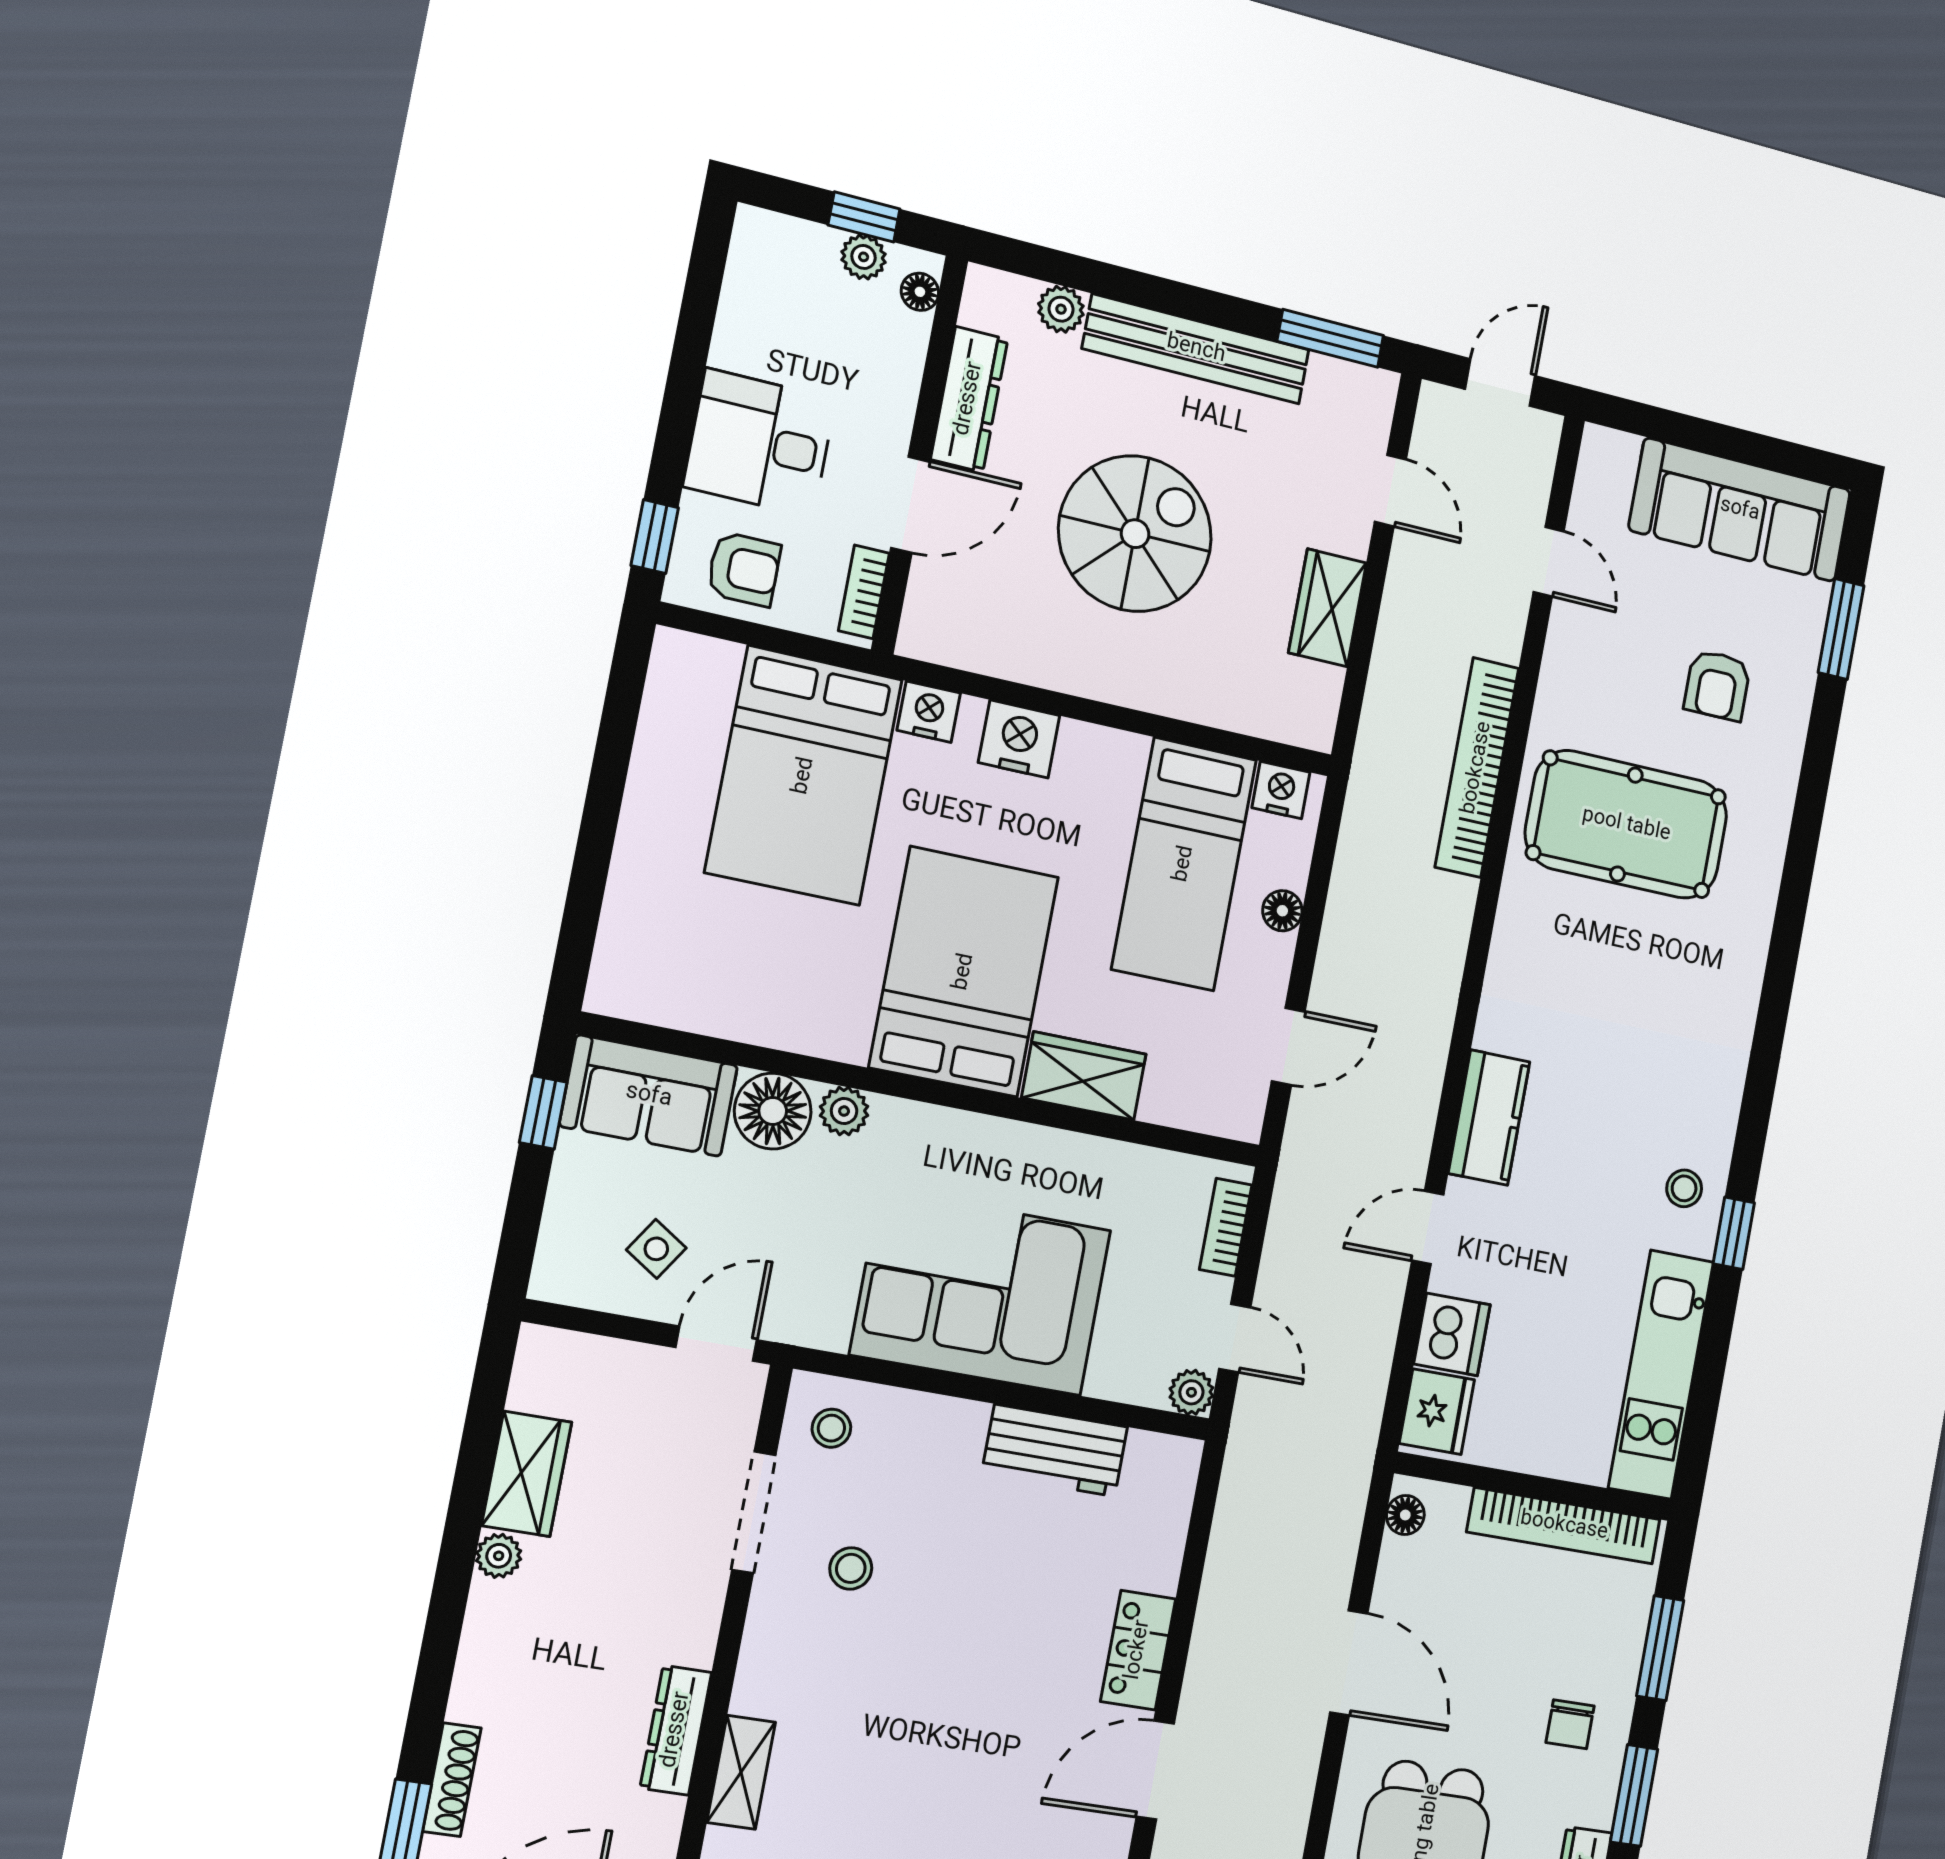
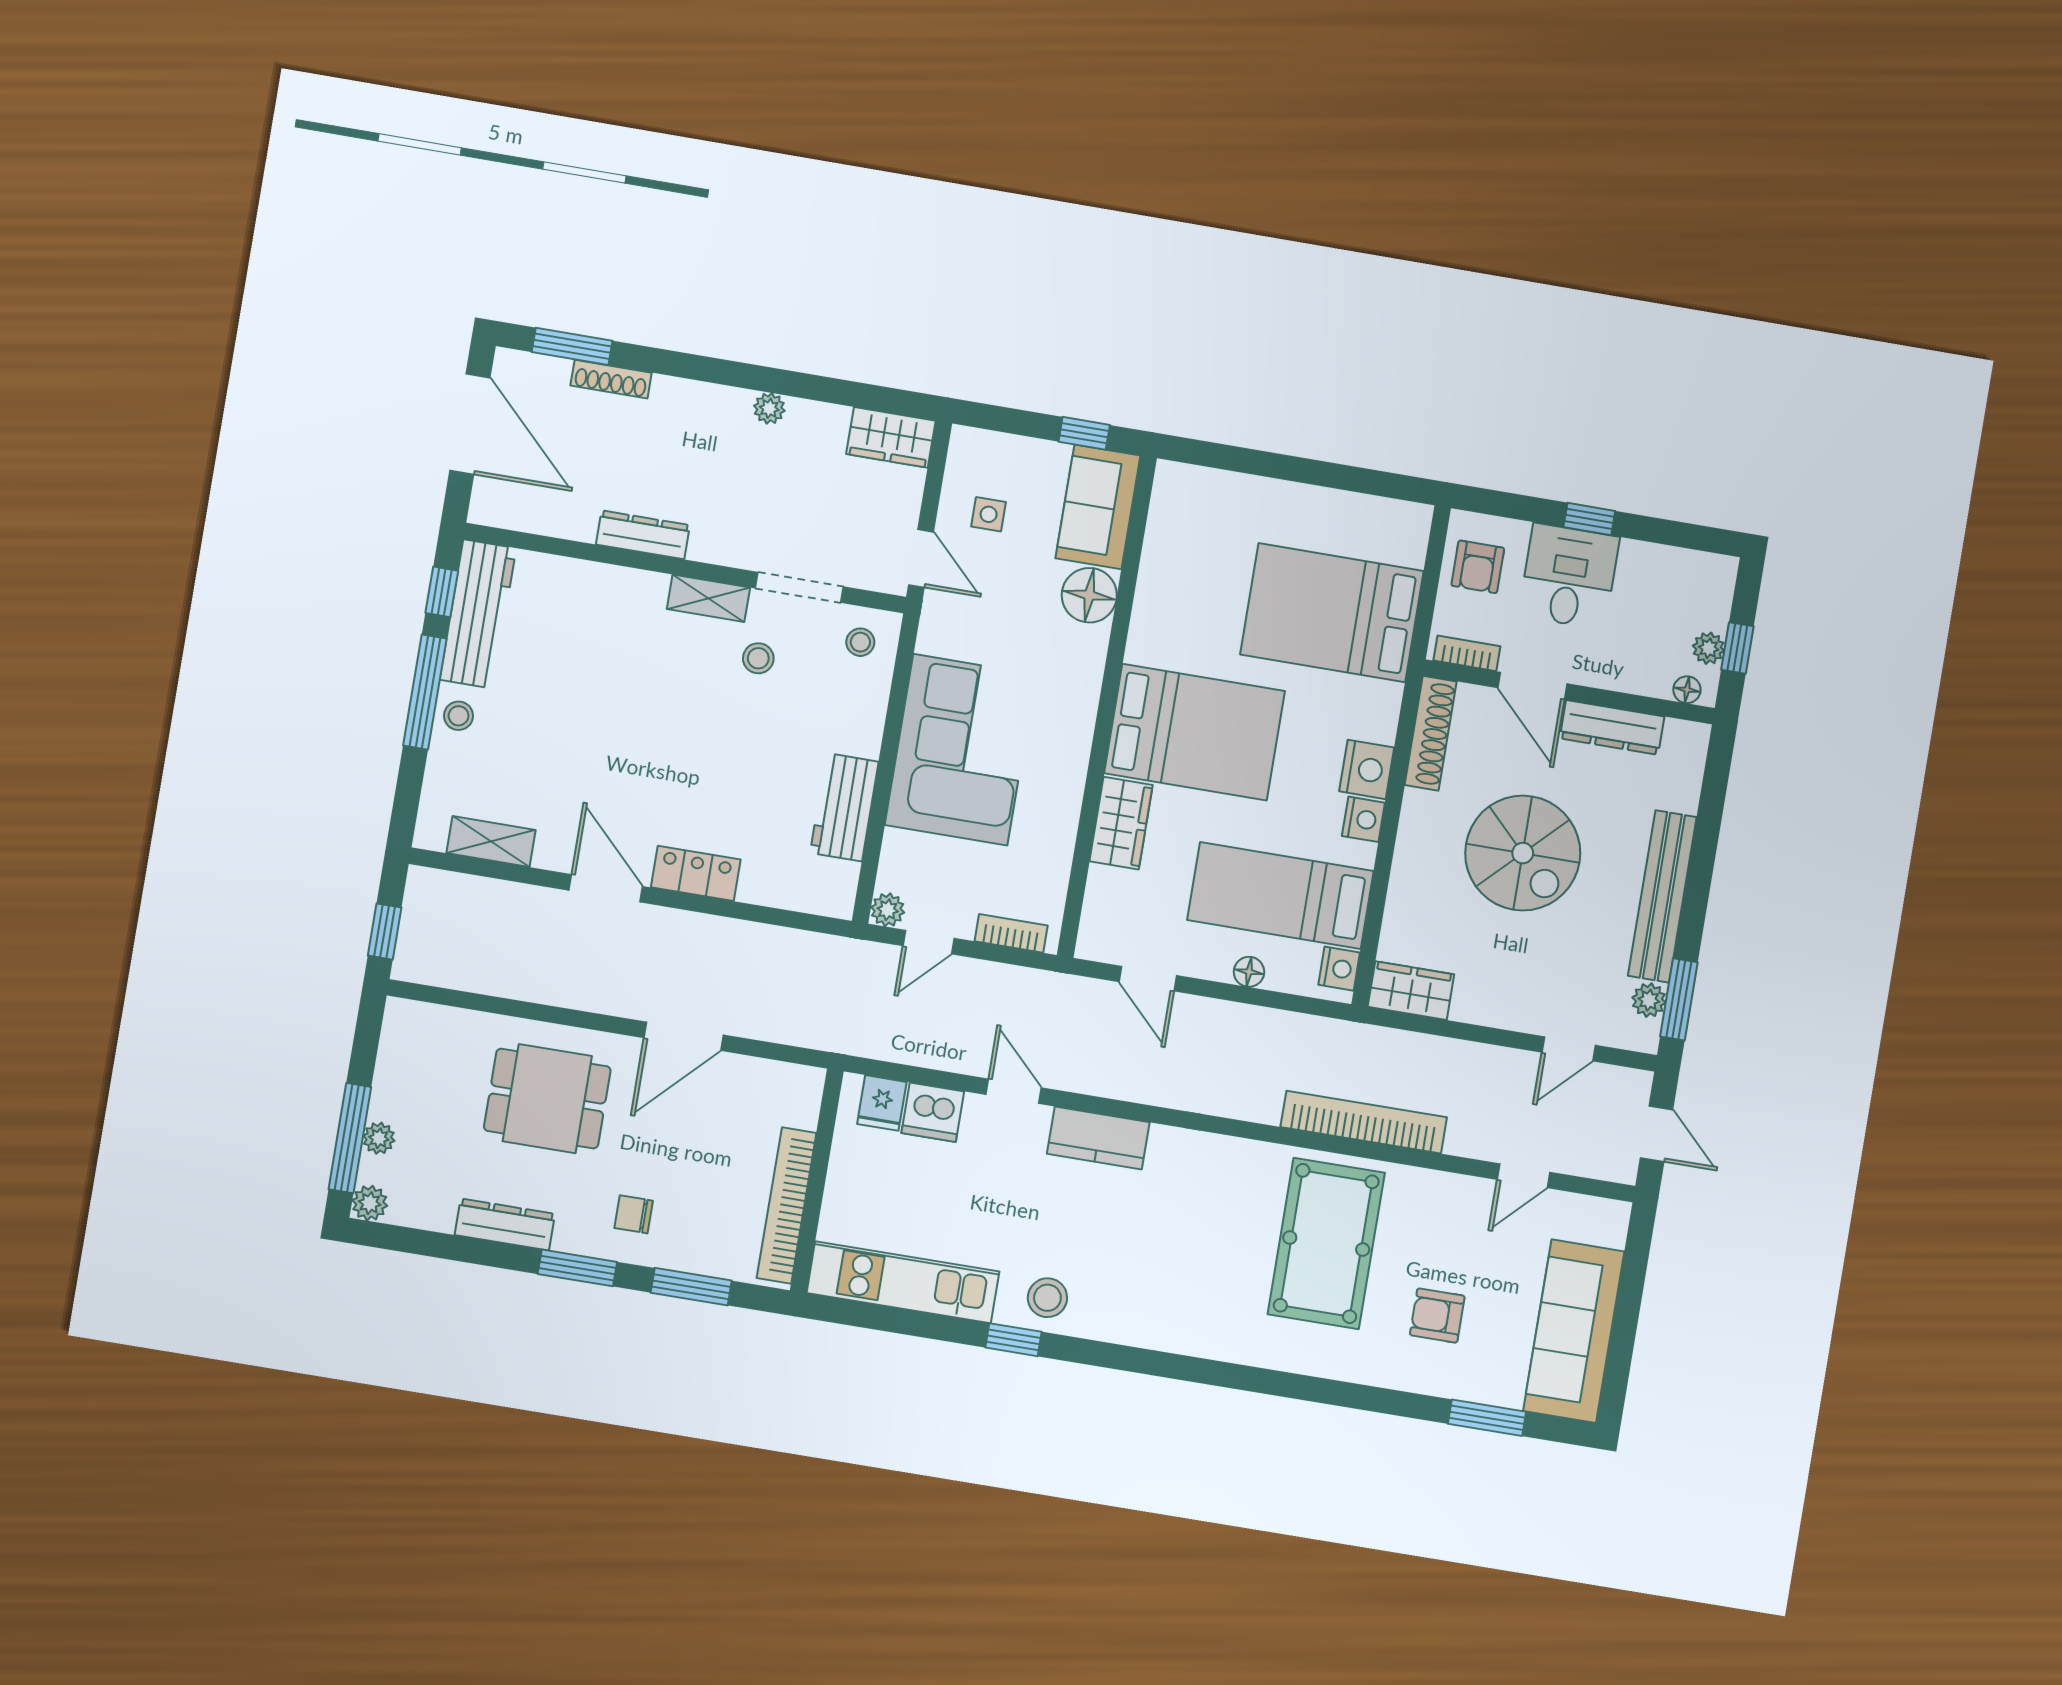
plant: (1061, 309) -> (1649, 1000), moved
window: (655, 537) -> (1589, 519), moved
wardrobe: (1327, 608) -> (1411, 991), moved
shoe rack: (972, 649) -> (1431, 733), added
nightstand: (929, 712) -> (1363, 819), moved
plant: (844, 1111) -> (1091, 647), removed
stool: (1684, 1188) -> (1047, 1298), width x1.37, depth x1.37
side table: (656, 1249) -> (989, 514), turned -33
fridge: (1437, 1412) -> (882, 1103), width x0.72
wardrobe: (527, 1474) -> (891, 437), moved
floor lamp: (1405, 1515) -> (795, 1078), removed
shelving: (741, 1772) -> (708, 598), moved

